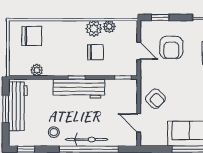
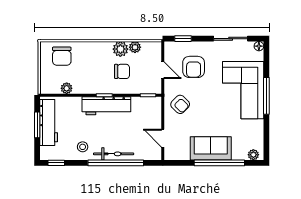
chair: (32, 36) -> (62, 56), turned 90
armchair: (155, 99) -> (180, 104), moved

